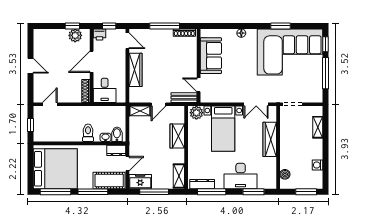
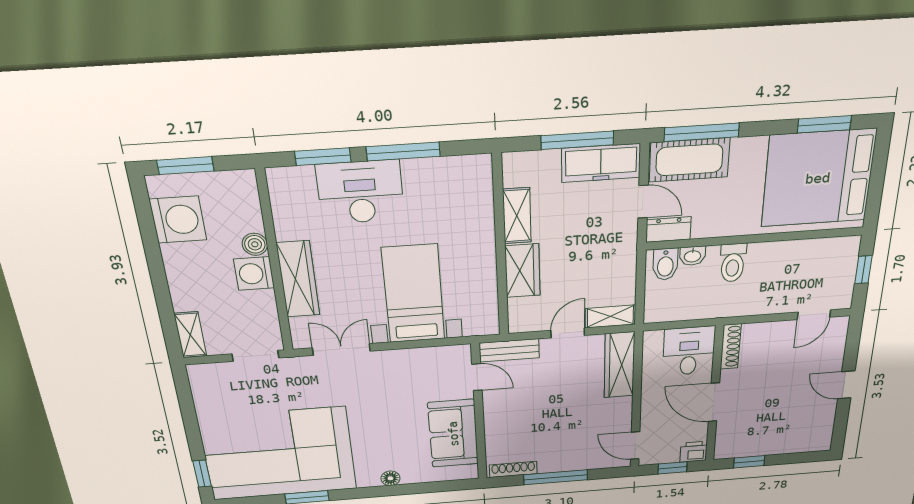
plant: (75, 35) -> (745, 446), removed
door: (92, 62) -> (714, 402), swing flipped
wardrobe: (136, 70) -> (619, 365), moved
window: (325, 73) -> (190, 422), removed
plant: (196, 113) -> (479, 322), removed
shelving: (318, 127) -> (190, 335), moved
washing machine: (287, 143) -> (254, 274), added
door: (127, 164) -> (643, 202), swing flipped
washing machine: (318, 165) -> (178, 220), width x1.89, depth x1.89
boiler: (285, 174) -> (255, 244), moved
shelving: (179, 176) -> (517, 216), moved
freezer: (140, 182) -> (601, 163), width x1.40
dresser: (202, 184) -> (456, 167), removed
window: (55, 192) -> (824, 124), width x0.69
window: (93, 192) -> (702, 132), moved
window: (212, 192) -> (403, 151), moved

